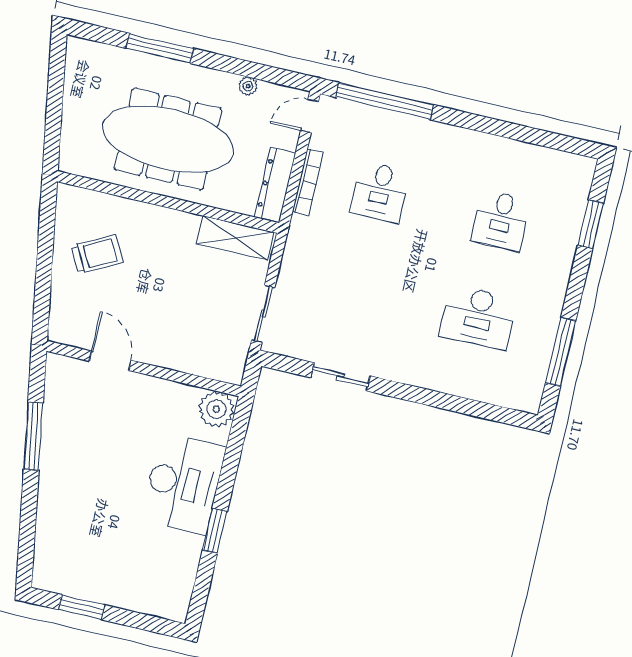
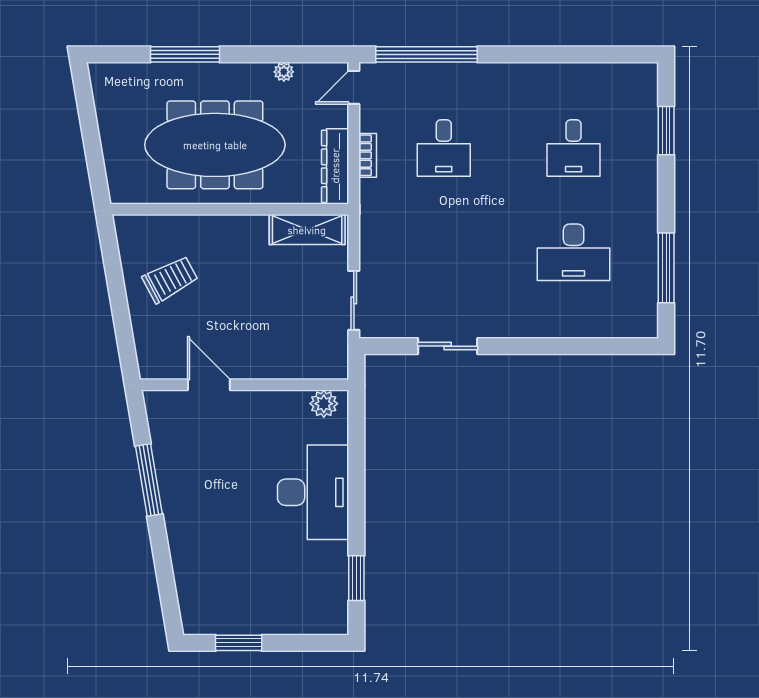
bookcase: (308, 182) -> (368, 155), width x0.64
plant: (216, 409) -> (324, 404), width x0.73, depth x0.73
window: (215, 531) -> (356, 578), moved

